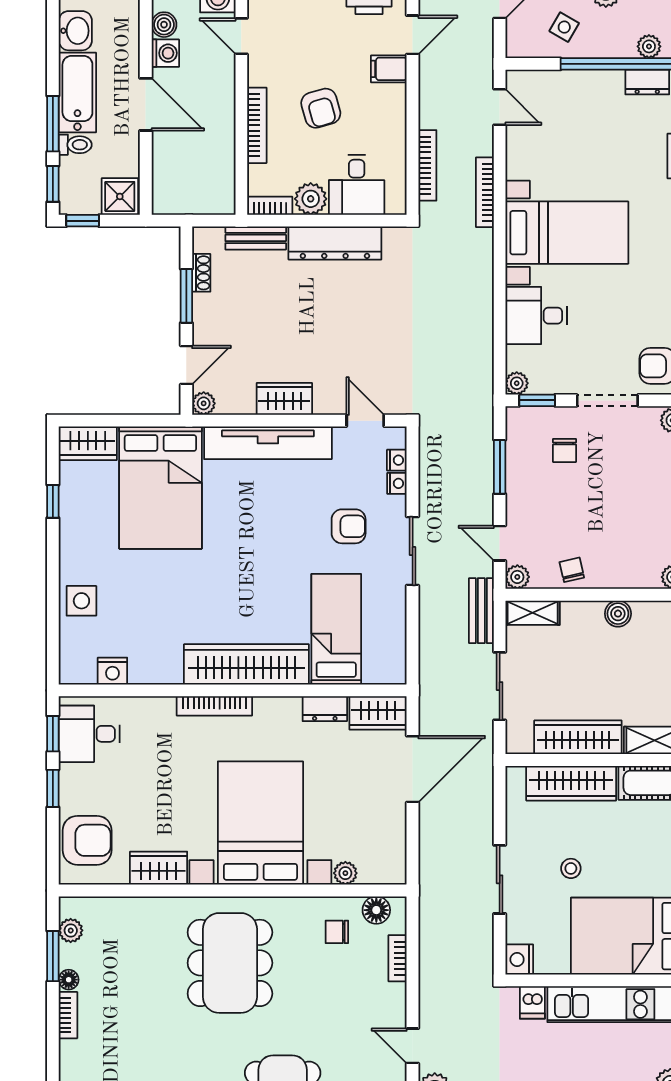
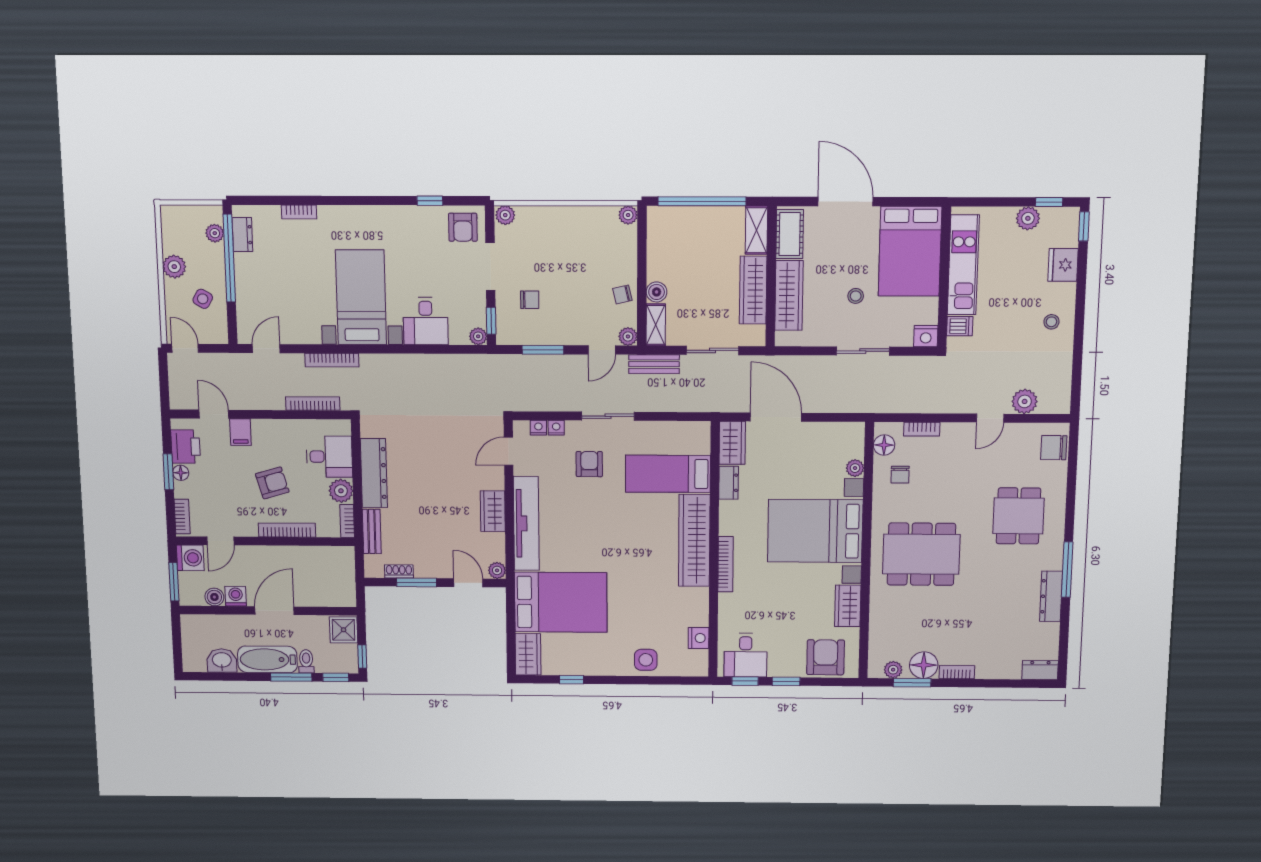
boiler: (618, 614) -> (657, 292), moved
floor lamp: (69, 980) -> (924, 665), width x1.89, depth x1.89

